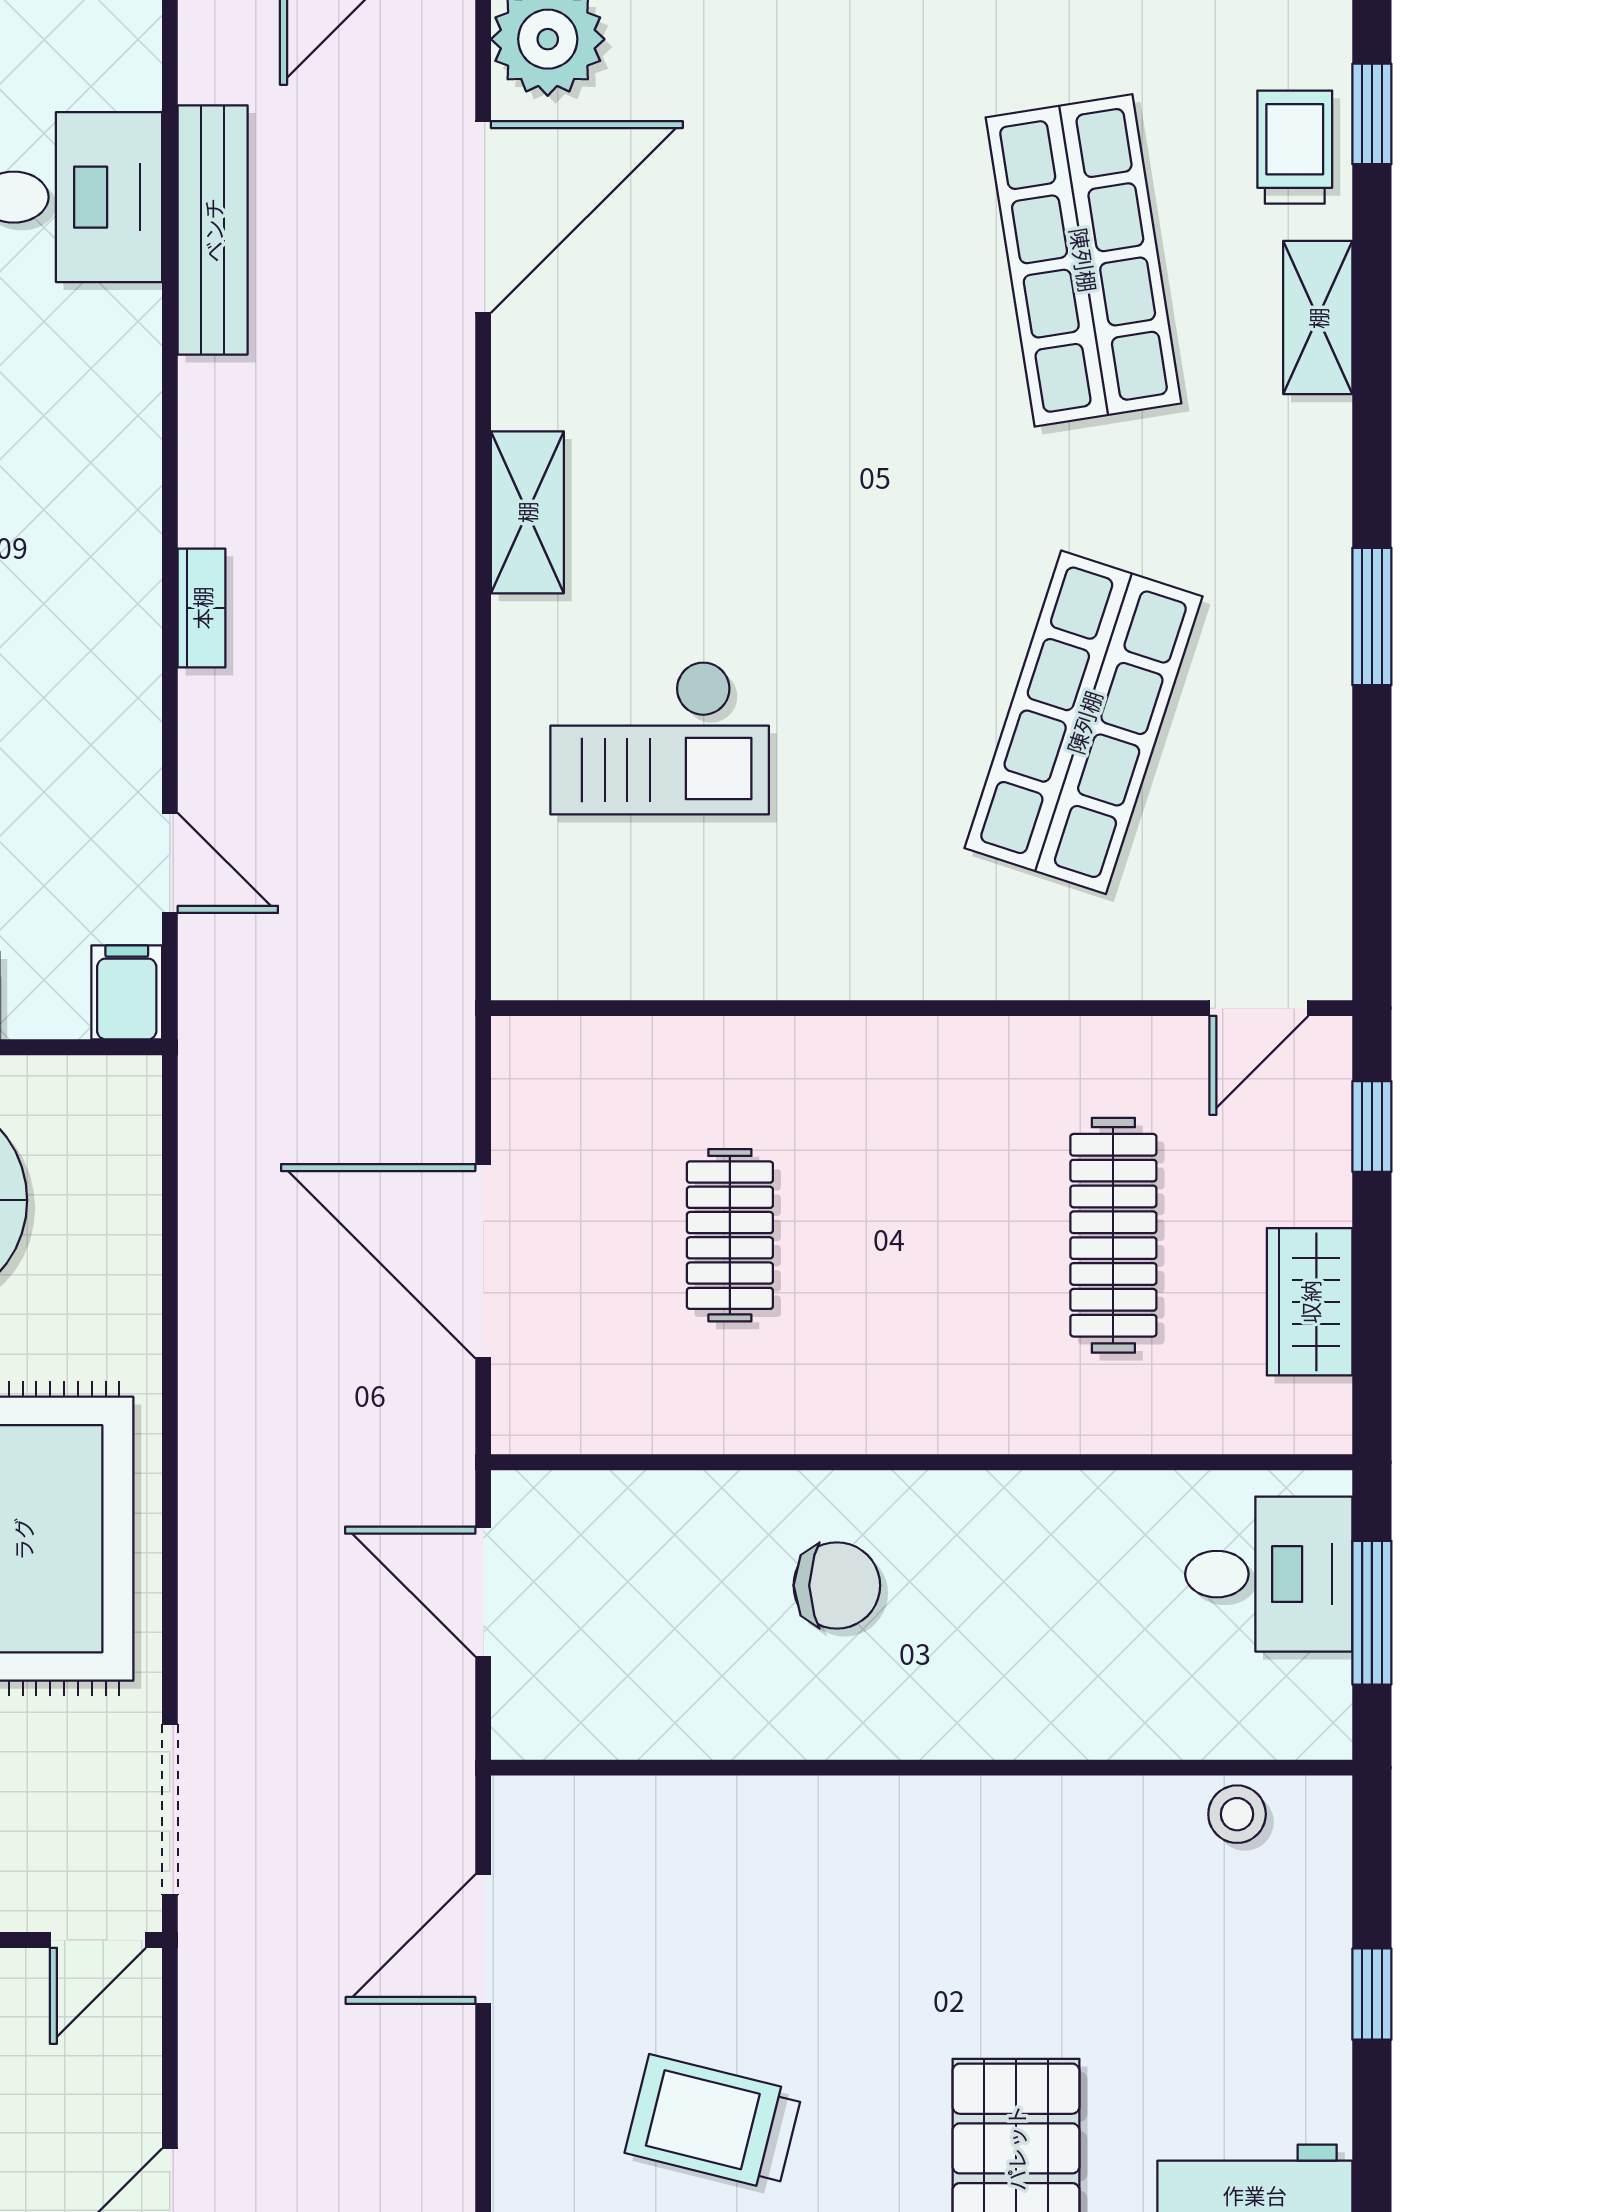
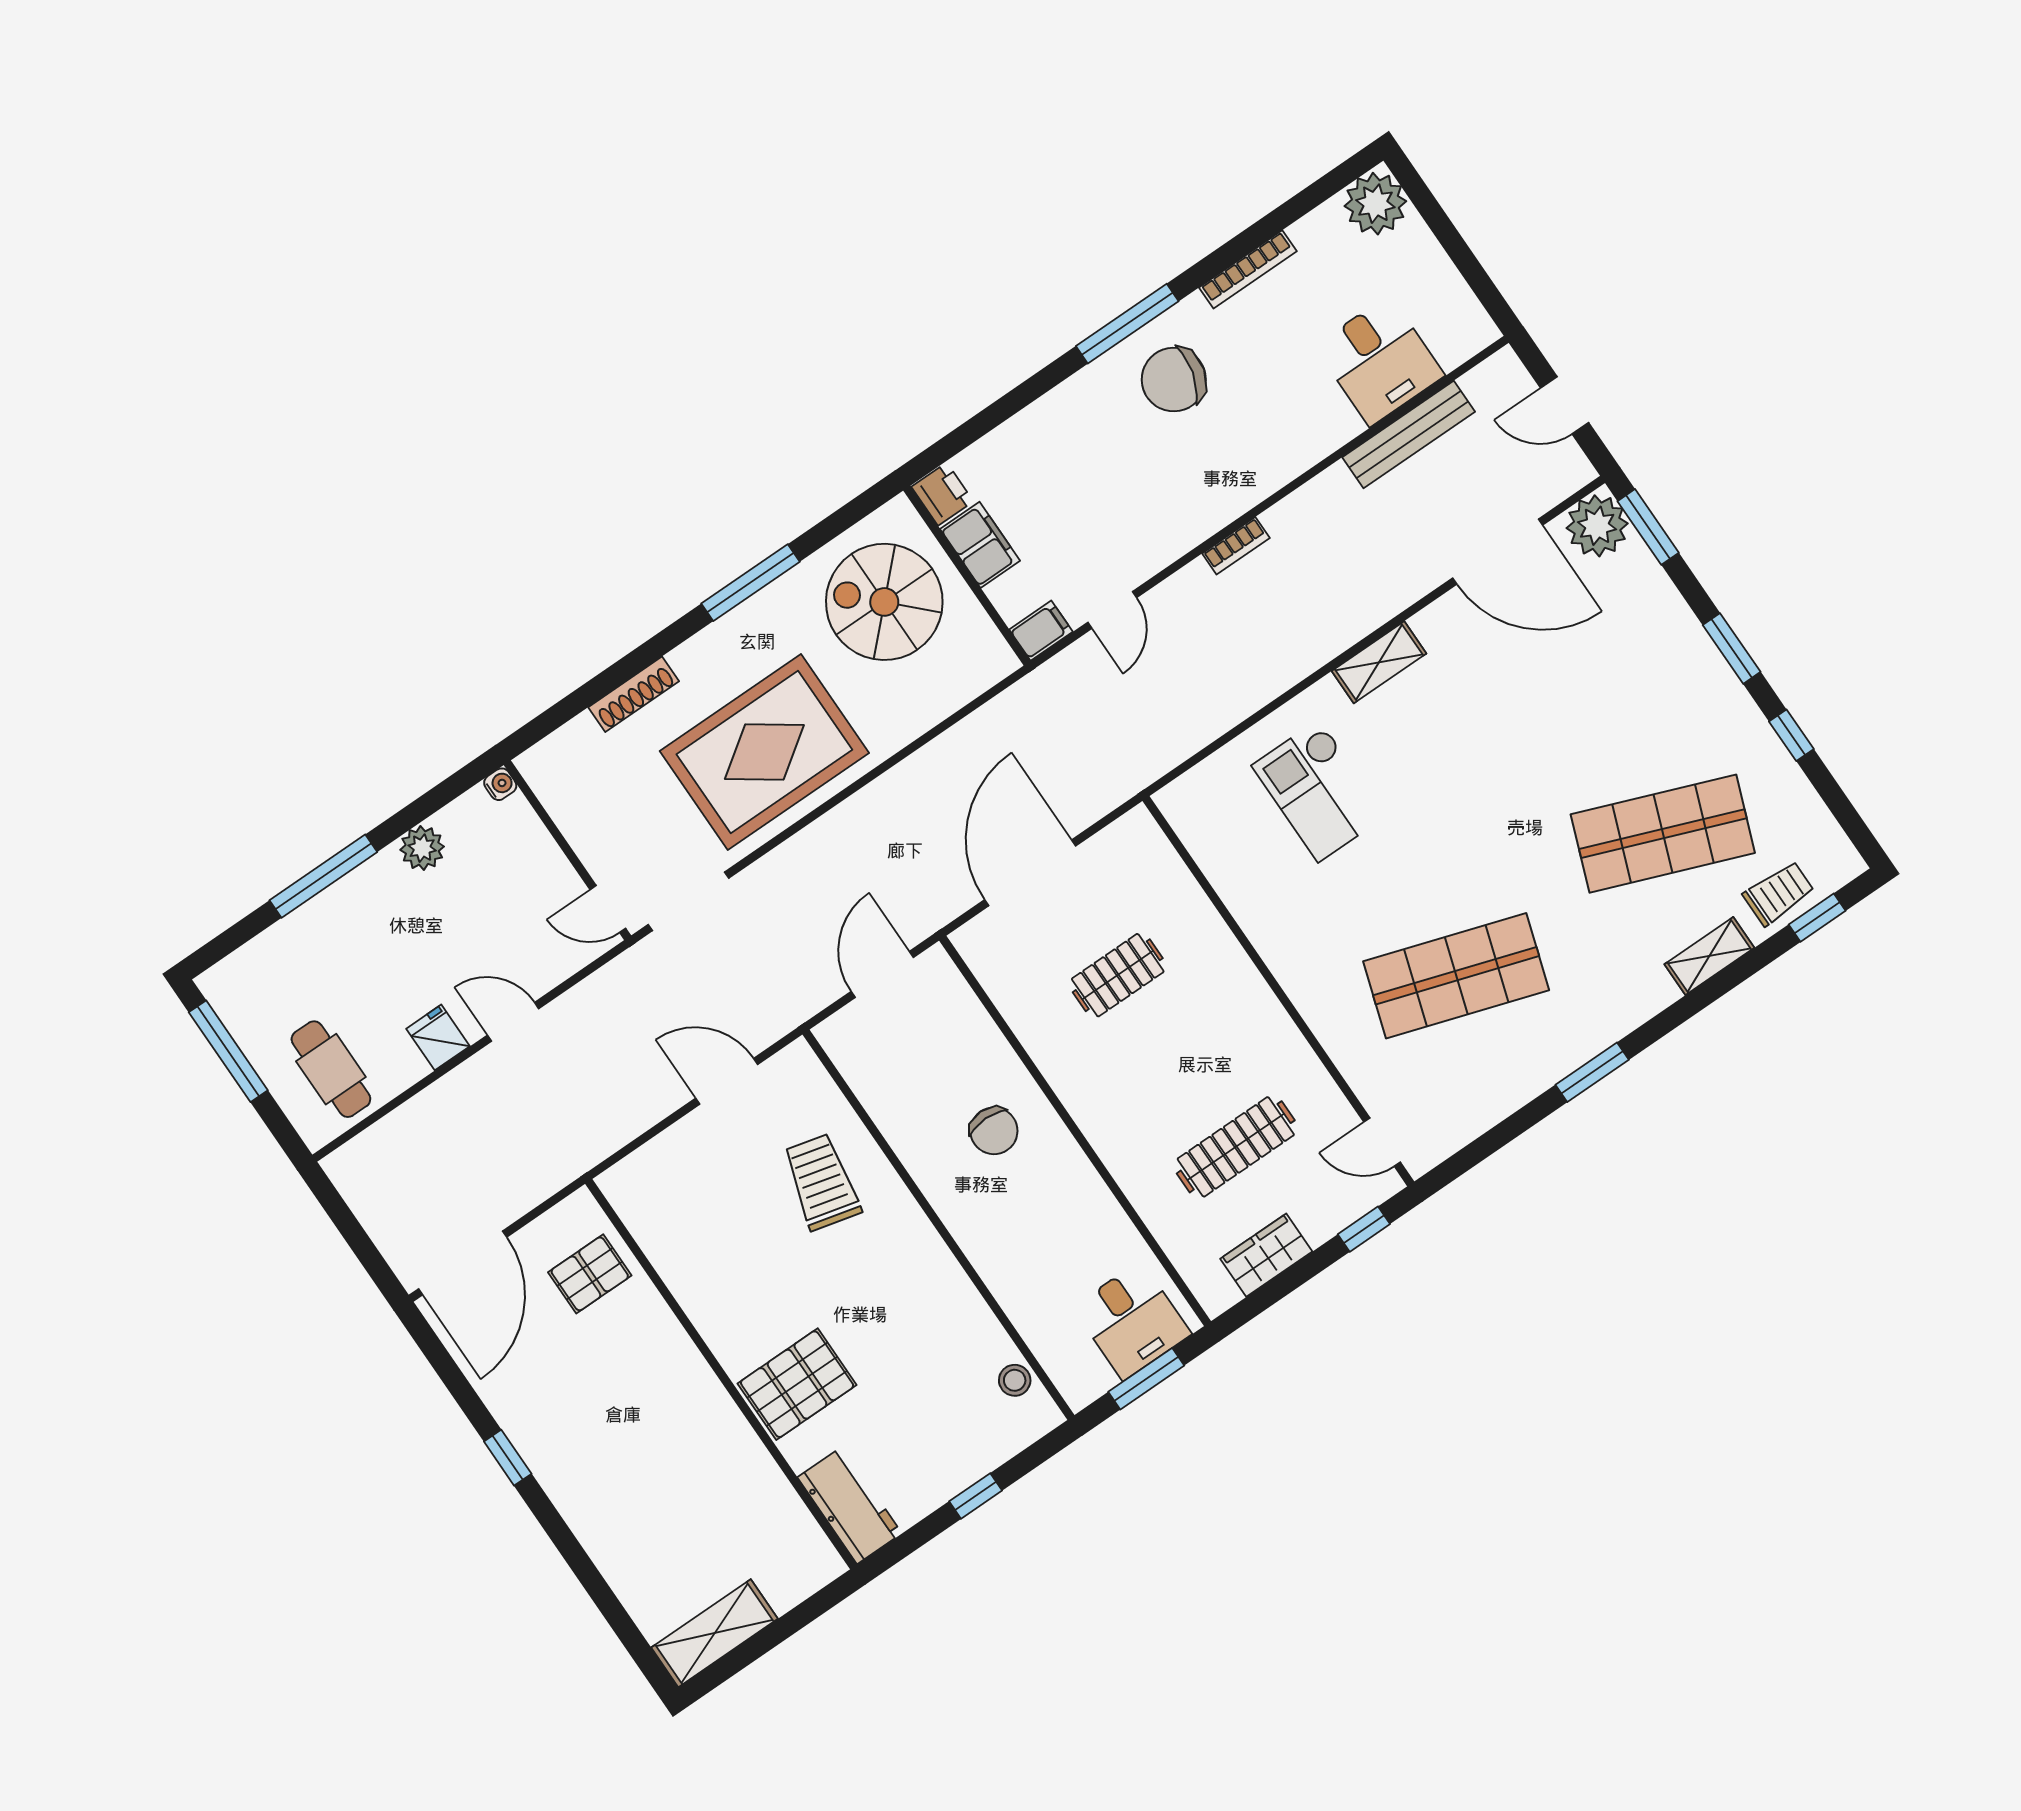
shop shelf: (1084, 260) -> (1663, 834), turned 30
trolley: (714, 2122) -> (822, 1182), moved

